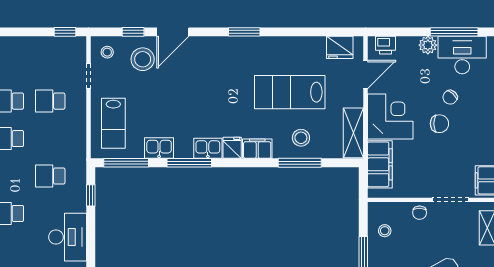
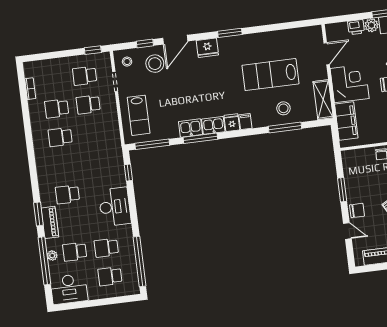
printer: (385, 45) -> (356, 27), moved
fridge: (340, 47) -> (207, 48), moved
kitchen sink: (159, 148) -> (191, 128), moved
filing cabinet: (257, 149) -> (245, 122), width x0.50
school desk: (50, 176) -> (85, 76), moved
stool: (385, 231) -> (356, 171), removed

